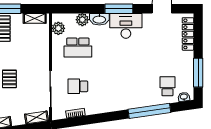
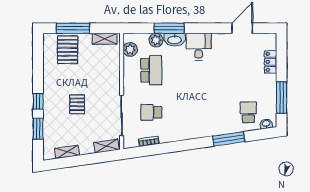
window: (119, 9) -> (169, 28), moved
desk: (126, 26) -> (199, 47), width x0.73
locker: (188, 34) -> (271, 62), width x0.66
school desk: (78, 47) -> (151, 70), turned -90
window: (149, 111) -> (229, 139), width x0.68

